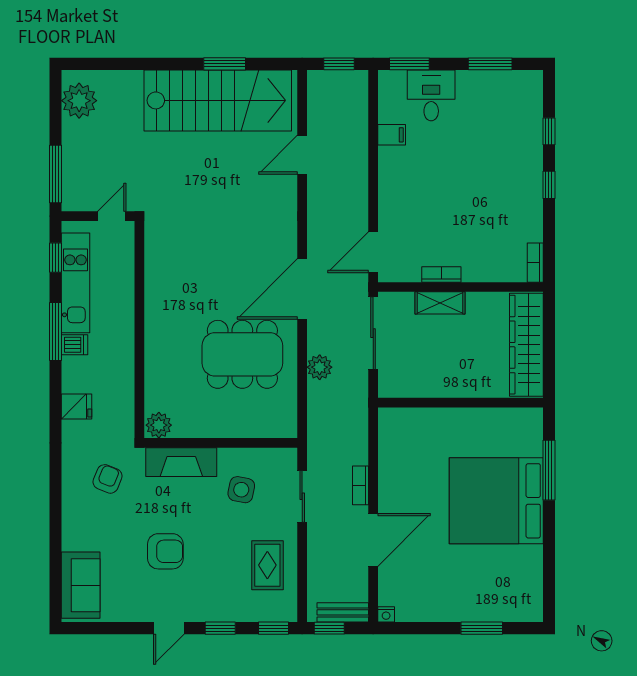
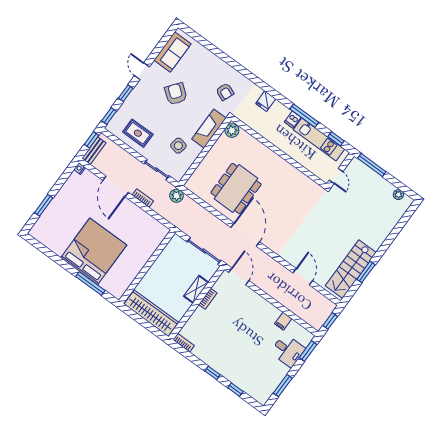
stairs: (218, 100) -> (351, 269), width x0.73, depth x0.66
plant: (79, 101) -> (398, 195), width x0.53, depth x0.53
plant: (320, 367) -> (177, 196), moved
armchair: (165, 551) -> (176, 94), turned 128
sofa: (81, 585) -> (172, 52), moved, turned -90

